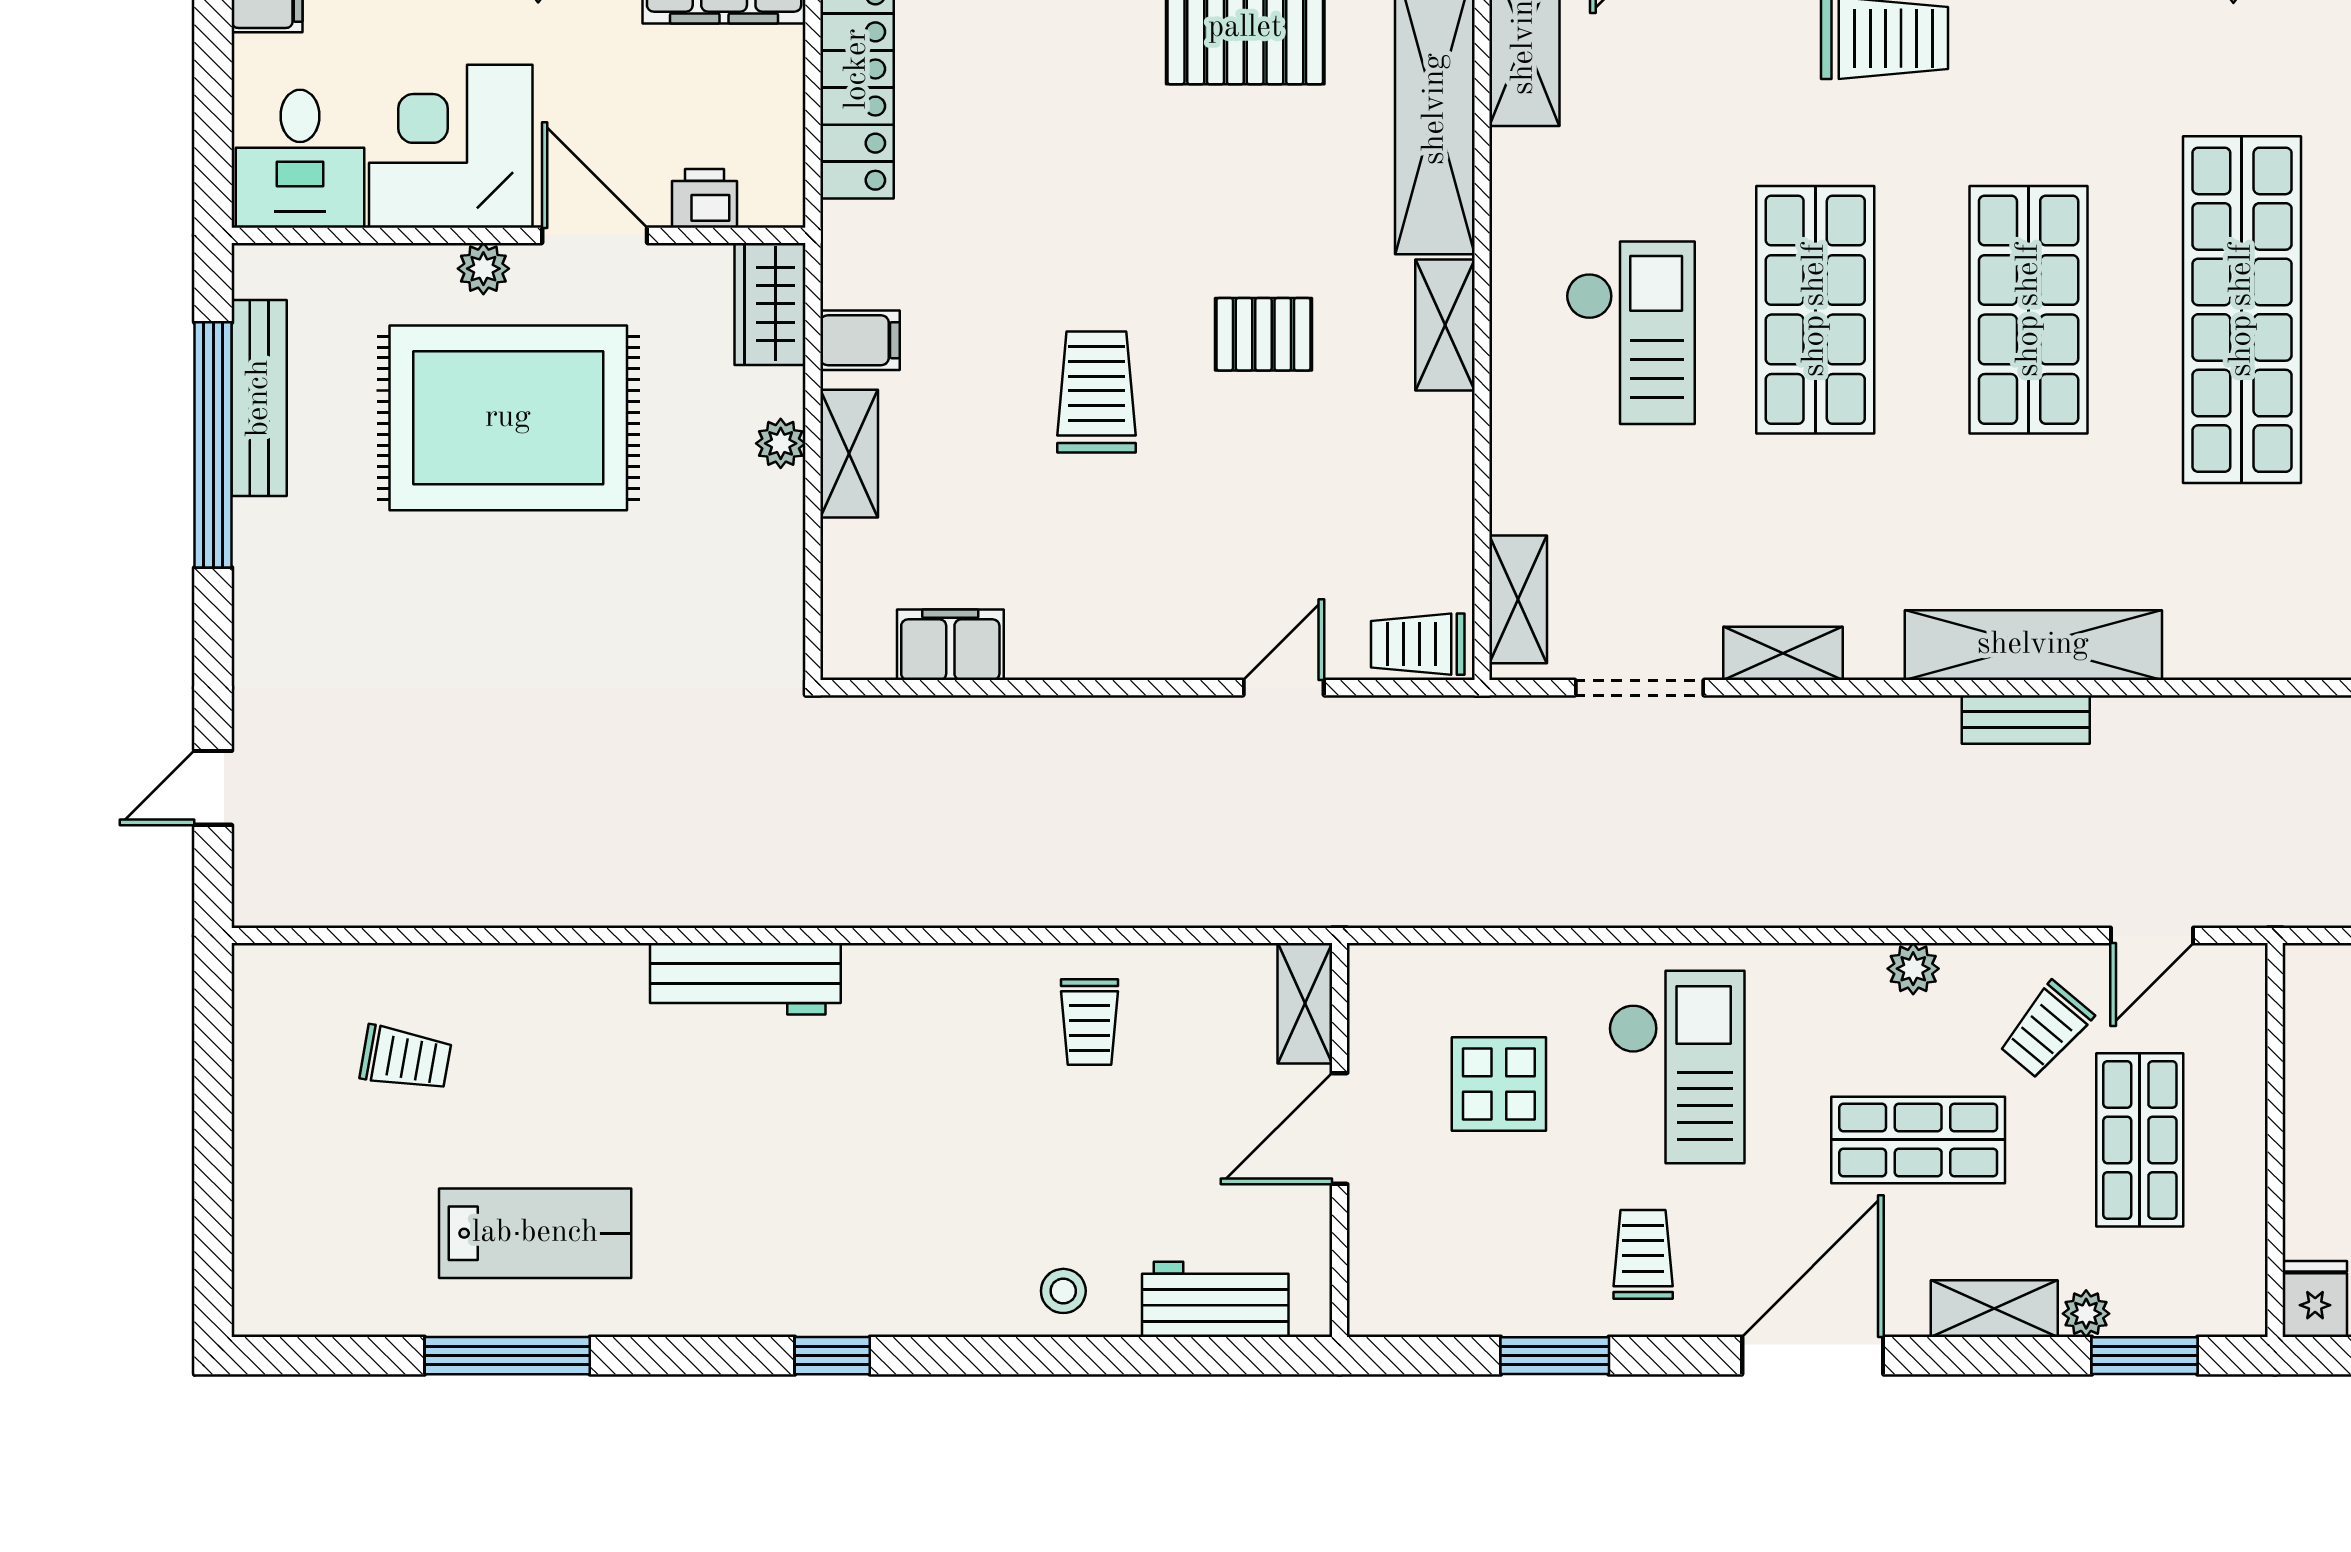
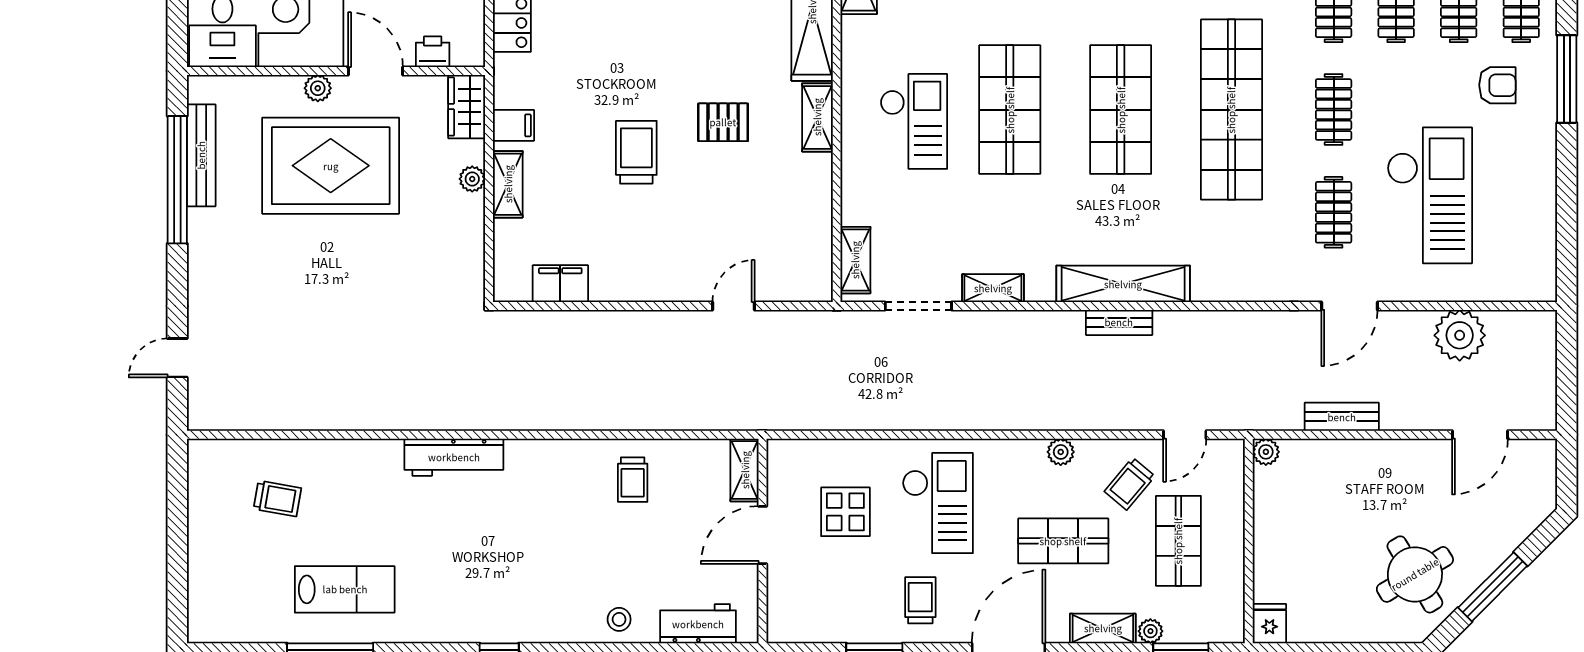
trolley: (1418, 644) -> (803, 283), removed
plant: (2308, 969) -> (1266, 452), added

